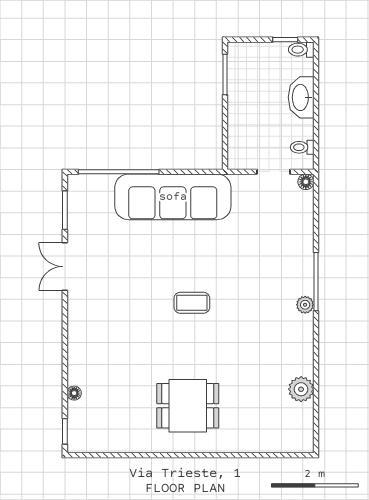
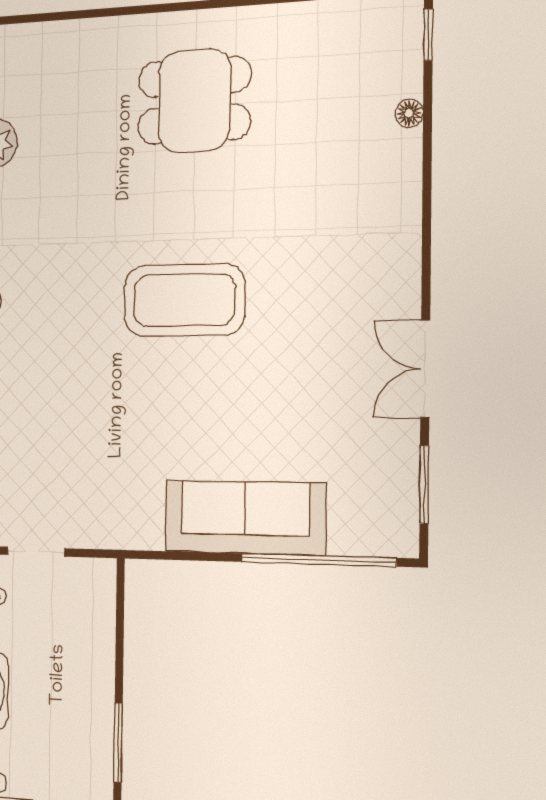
sofa: (173, 197) -> (245, 518), width x0.74, depth x0.79
double door: (65, 267) -> (425, 369), swing flipped
coffee table: (192, 303) -> (184, 300), width x1.86, depth x1.72

